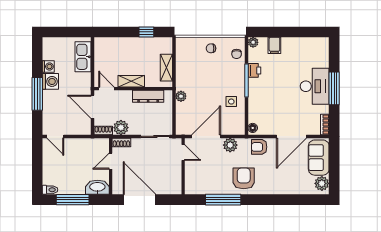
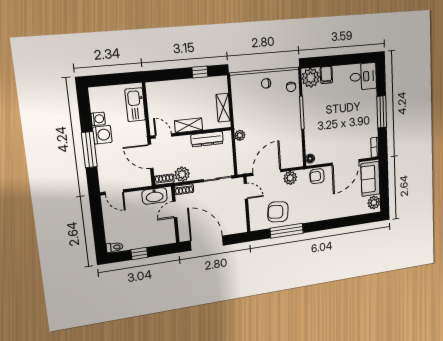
plant: (253, 42) -> (311, 78), width x1.88, depth x1.88
printer: (254, 70) -> (309, 102), removed
desk: (315, 86) -> (363, 77), moved, width x0.73
side table: (231, 102) -> (289, 135), removed
armchair: (244, 178) -> (278, 212), moved, turned -84
washbasin: (97, 187) -> (155, 196), moved, turned 180
window: (73, 200) -> (139, 253), width x0.46

